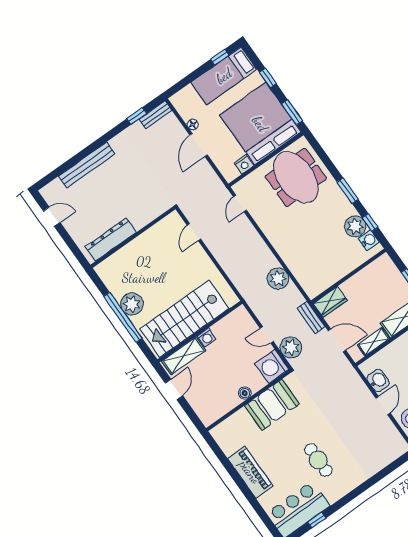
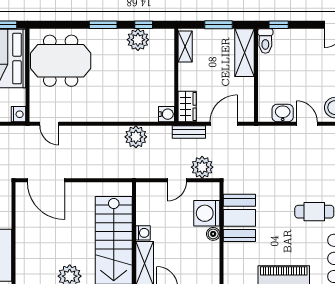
nightstand: (244, 164) -> (18, 114), moved
door: (194, 232) -> (46, 180), width x1.88
water cooler: (369, 240) -> (167, 114), moved, turned 90
shelving: (374, 342) -> (185, 47), moved
washing machine: (272, 366) -> (207, 213), moved, turned 90

